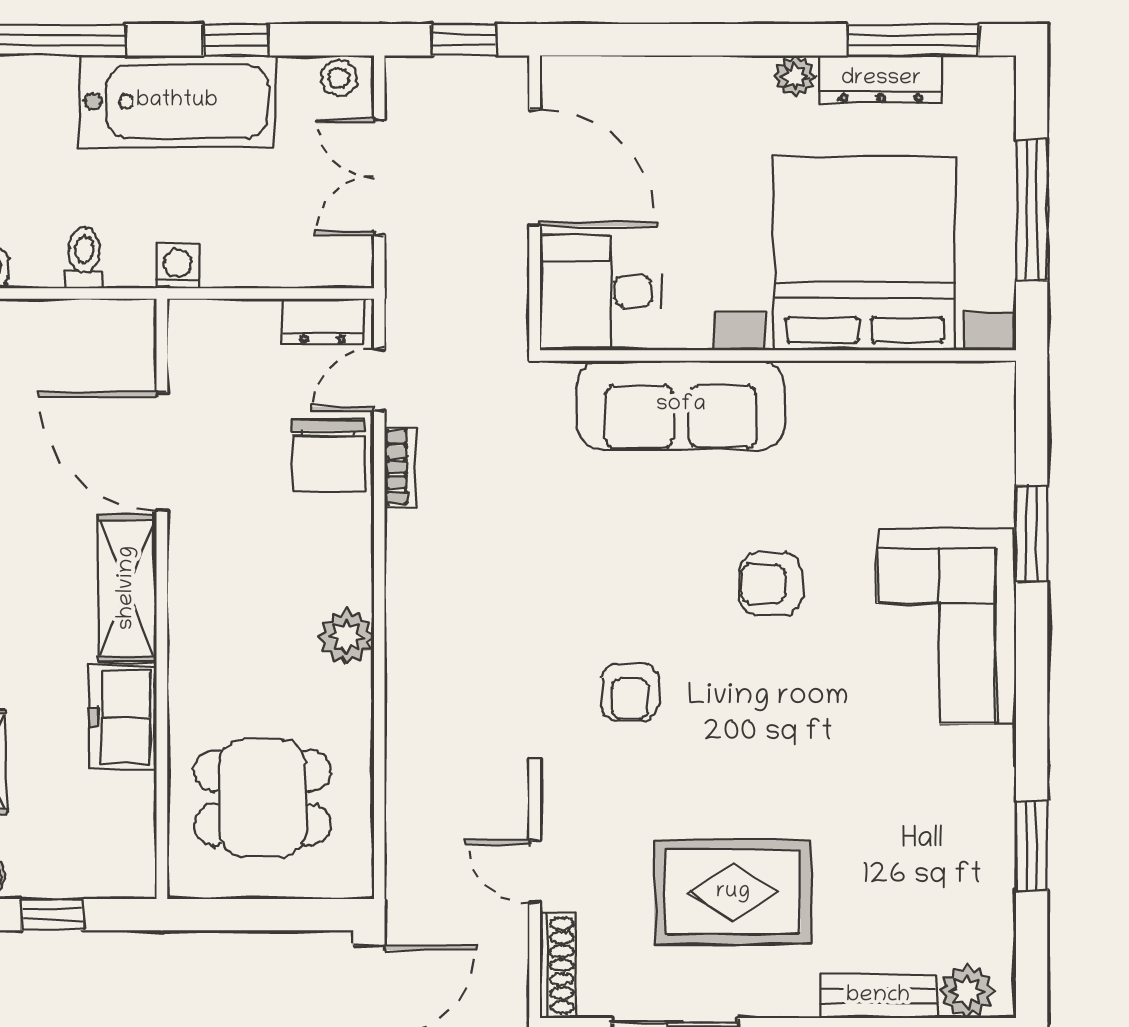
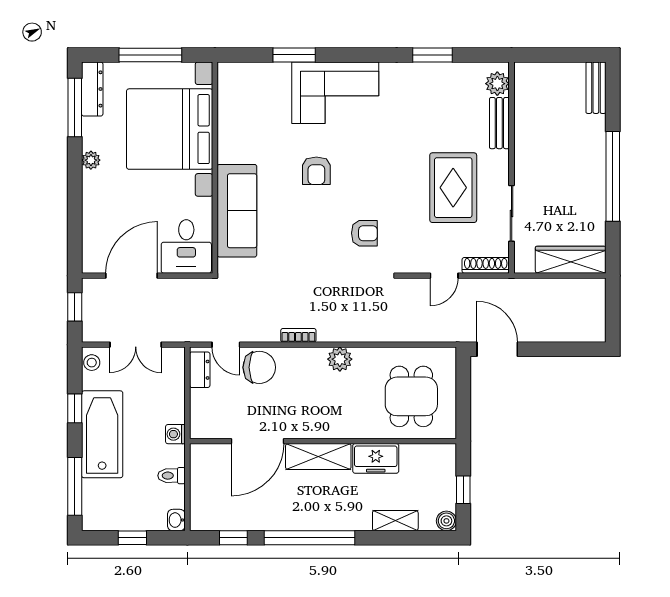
dresser: (881, 79) -> (92, 89), moved
bookcase: (400, 467) -> (298, 335), moved

